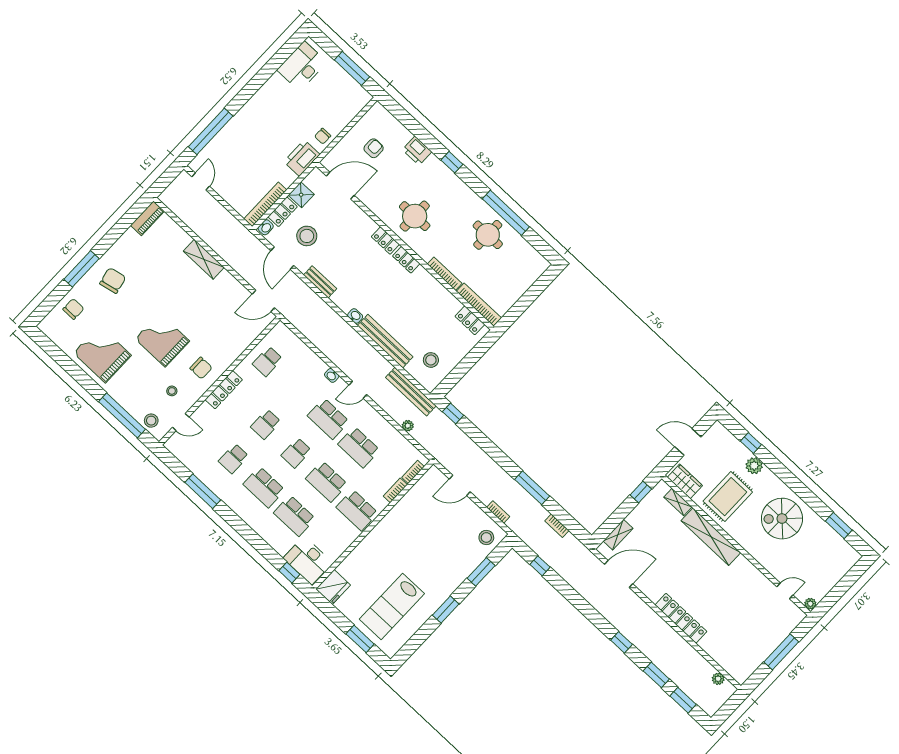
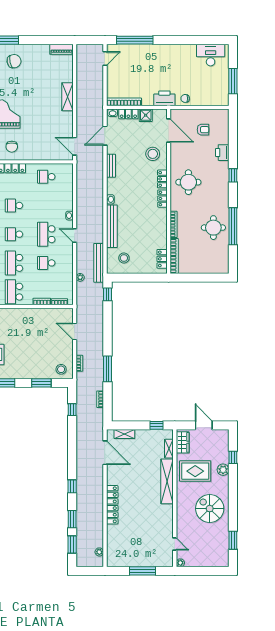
stool: (307, 236) -> (153, 154), moved
school desk: (359, 447) -> (46, 263), width x0.54

